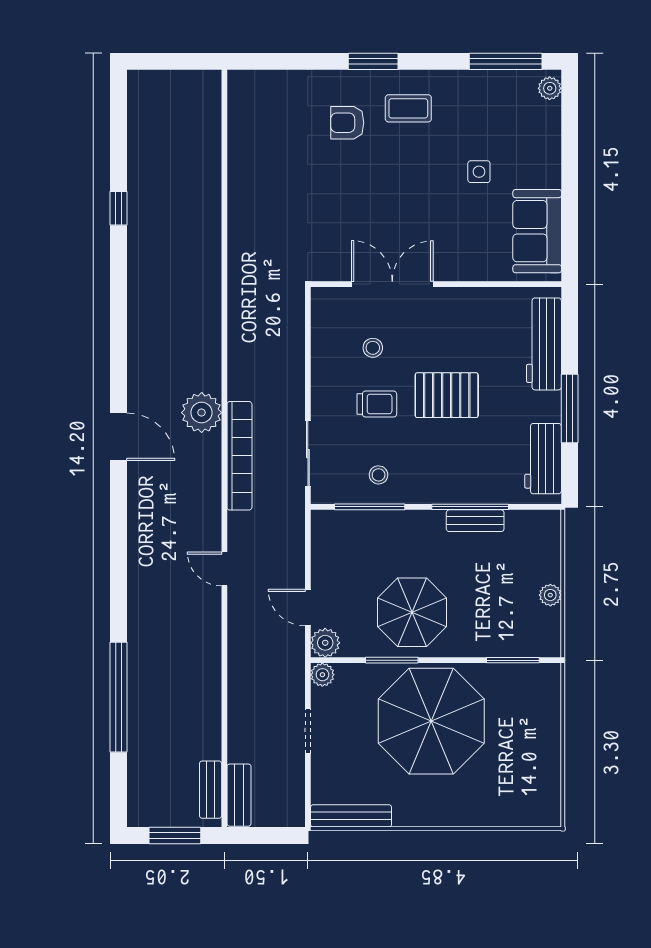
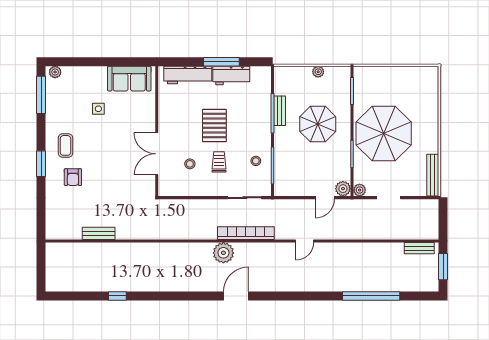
workbench: (543, 459) -> (231, 75), moved
parasol: (412, 612) -> (318, 124), moved
bench: (239, 795) -> (99, 233), moved

